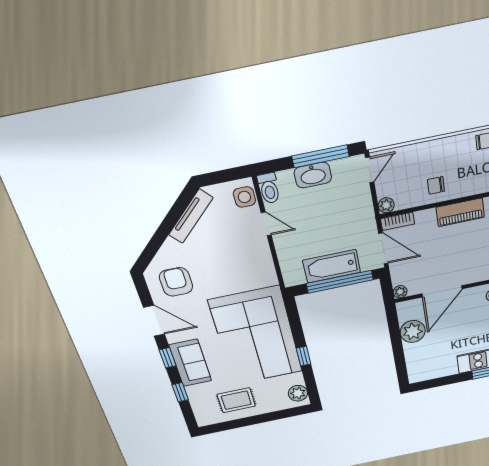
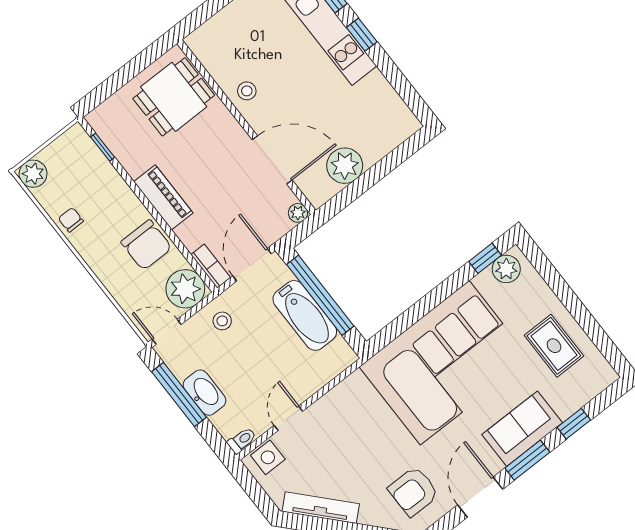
chair: (436, 185) -> (146, 245), width x1.87, depth x1.87
toilet: (269, 188) -> (242, 440), width x0.73, depth x0.72
plant: (386, 205) -> (185, 289), width x1.88, depth x1.88
stool: (357, 211) -> (222, 321), added
window: (304, 356) -> (485, 258), moved
window: (168, 358) -> (527, 460), width x1.50

